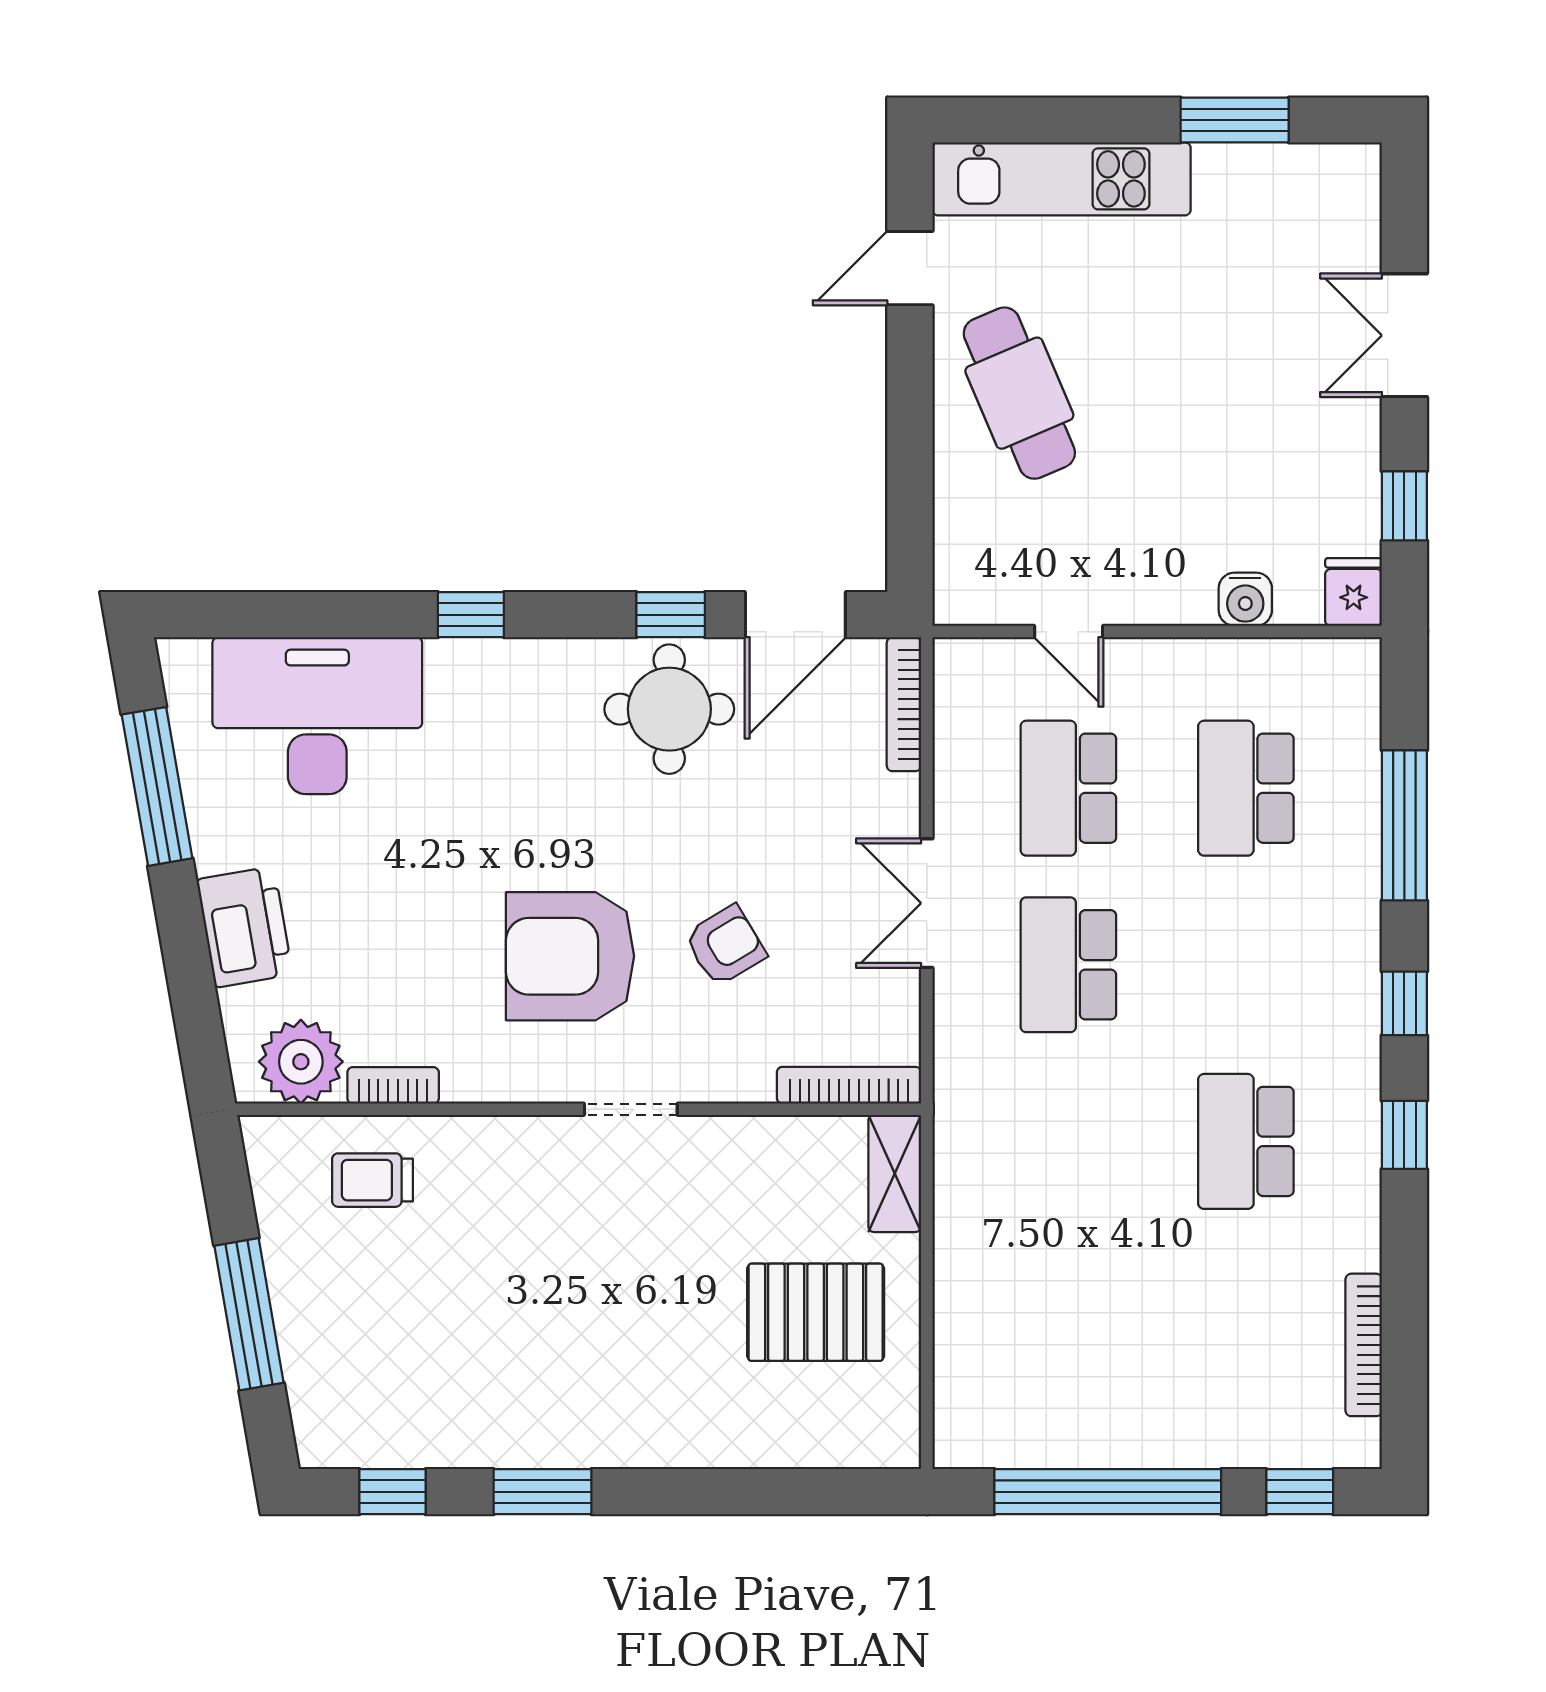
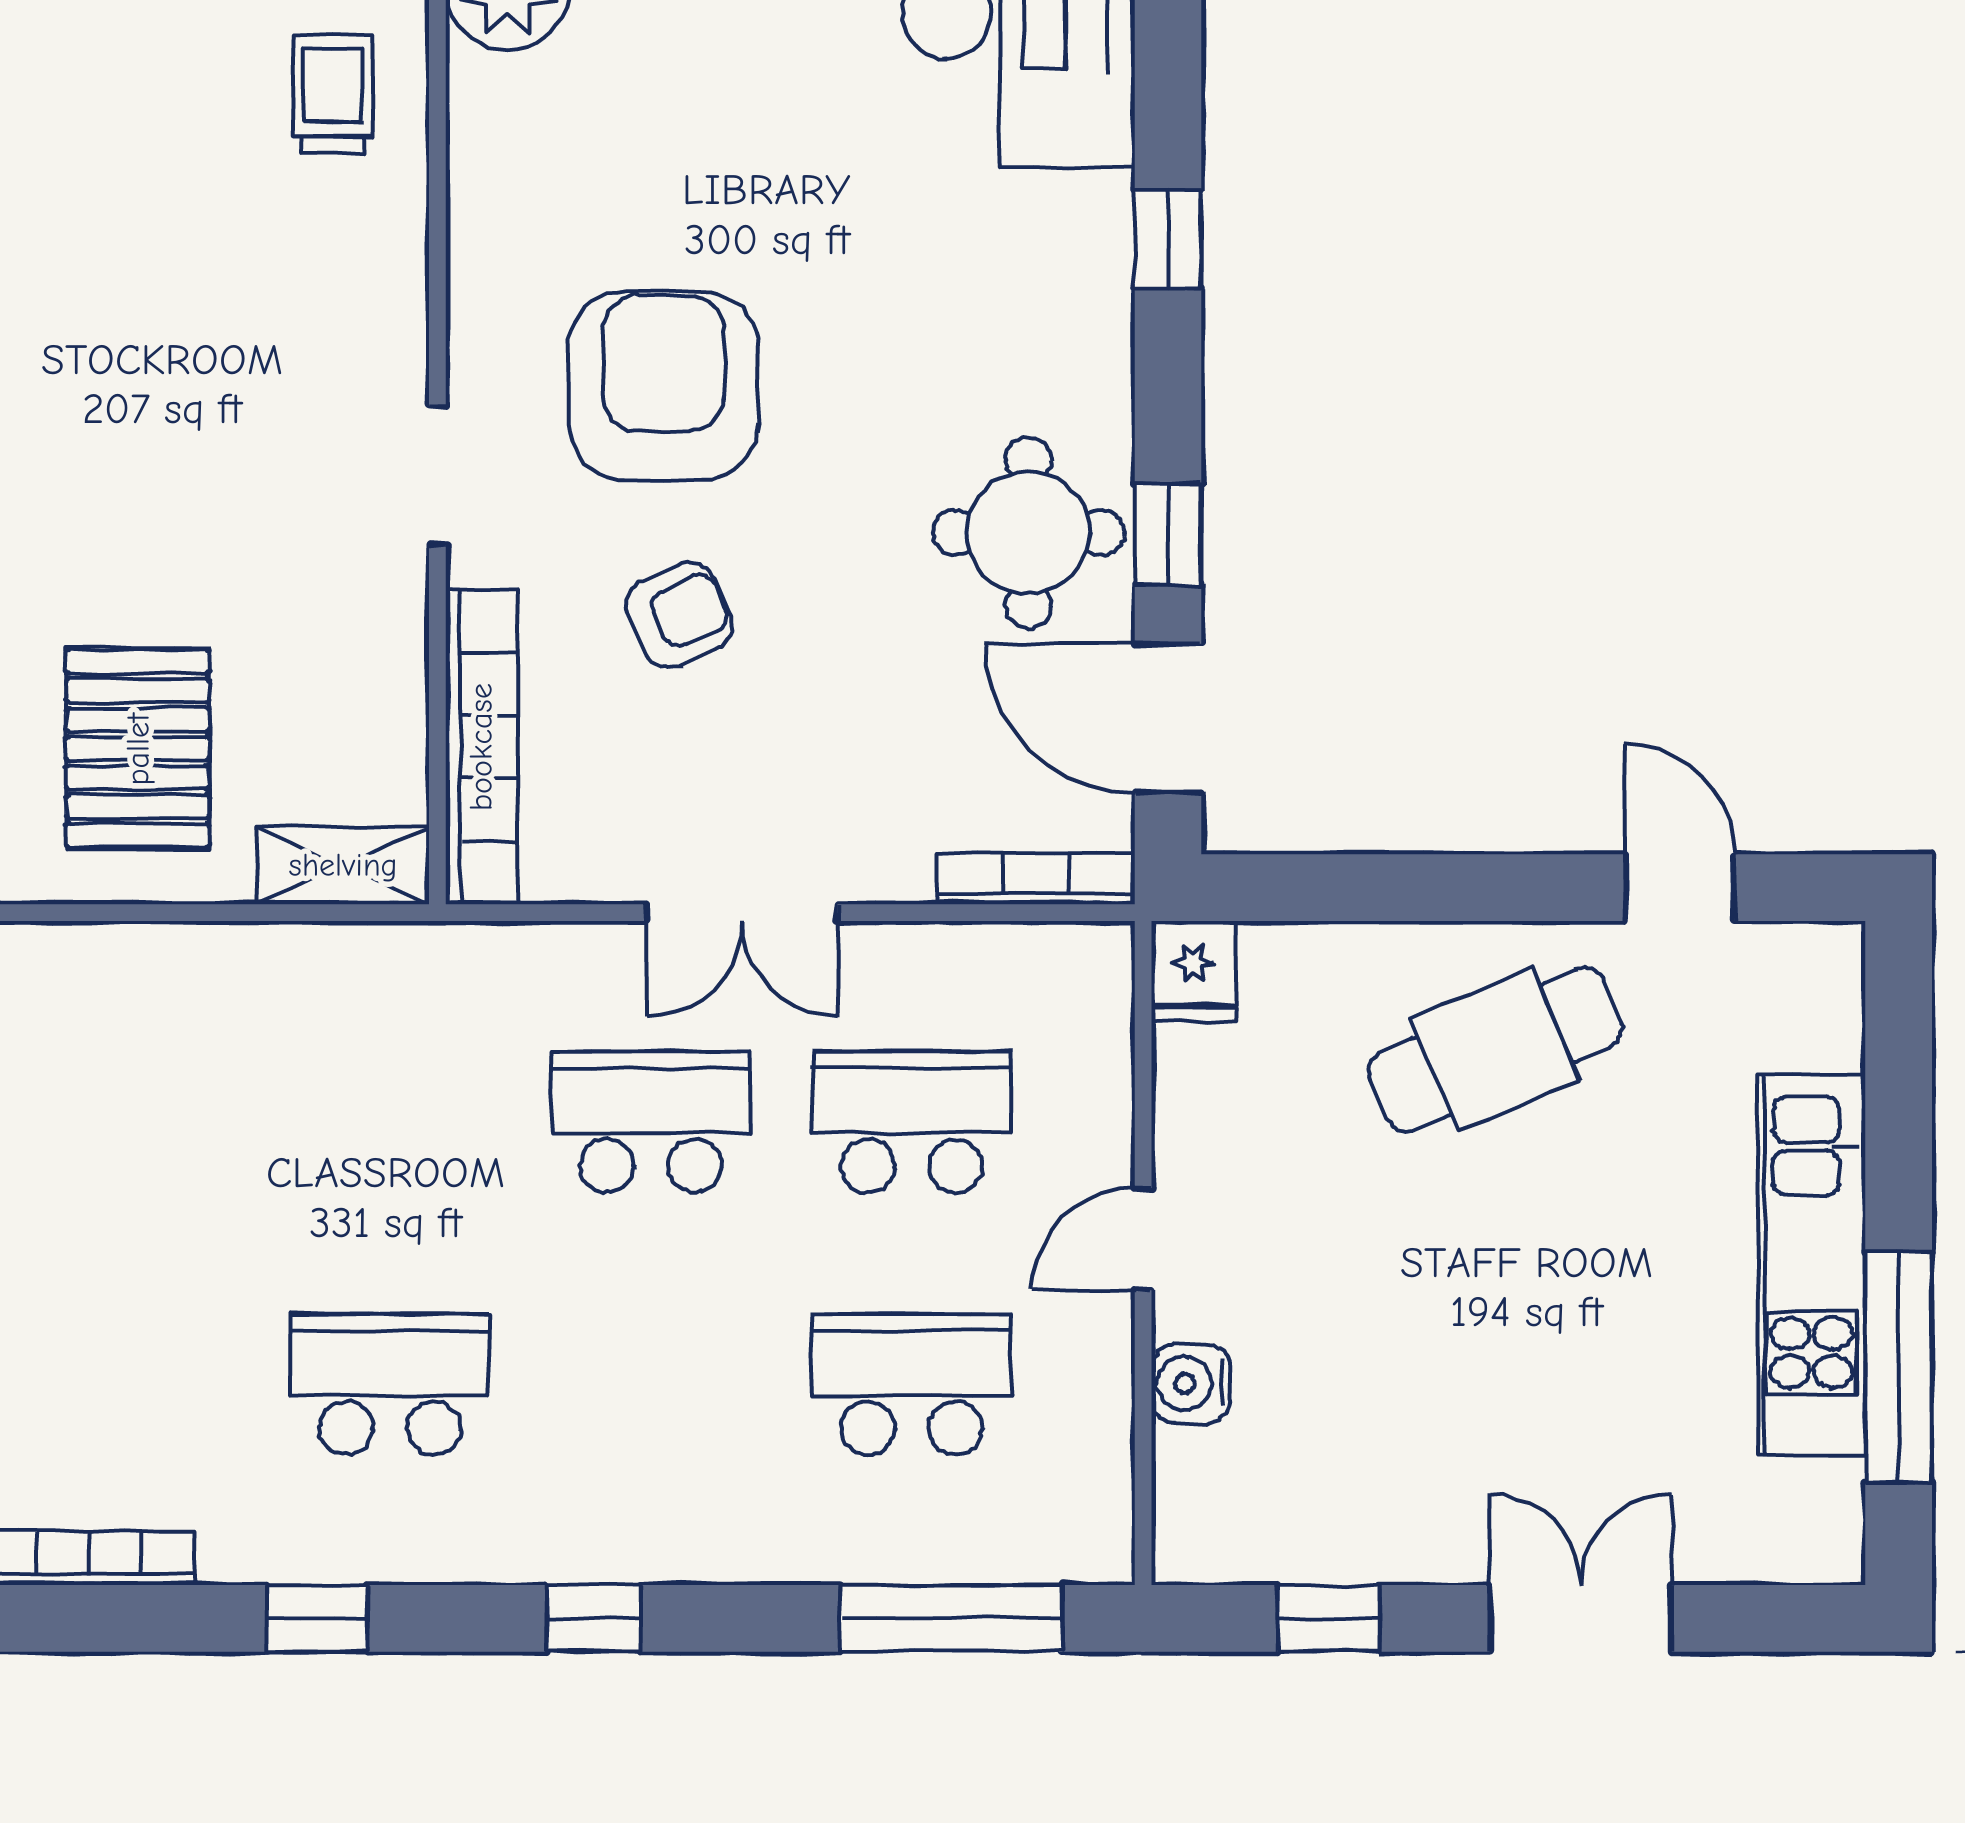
window: (1235, 120) -> (1899, 1367), width x1.44
kitchen unit: (1062, 179) -> (1812, 1265), moved
fridge: (1354, 592) -> (1193, 971), moved, turned 90
door: (1069, 632) -> (1143, 1239), moved
window: (1404, 825) -> (951, 1618), moved
double door: (927, 903) -> (742, 913), swing flipped
armchair: (725, 946) -> (679, 615), turned -83
bookcase: (393, 1085) -> (473, 124), removed
bookcase: (849, 1085) -> (481, 747), width x1.48, depth x1.31
window: (1404, 1135) -> (317, 1618), moved

